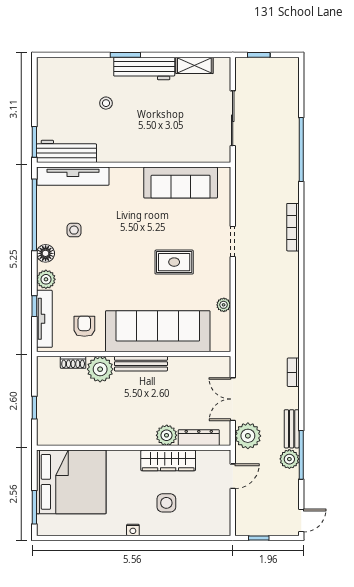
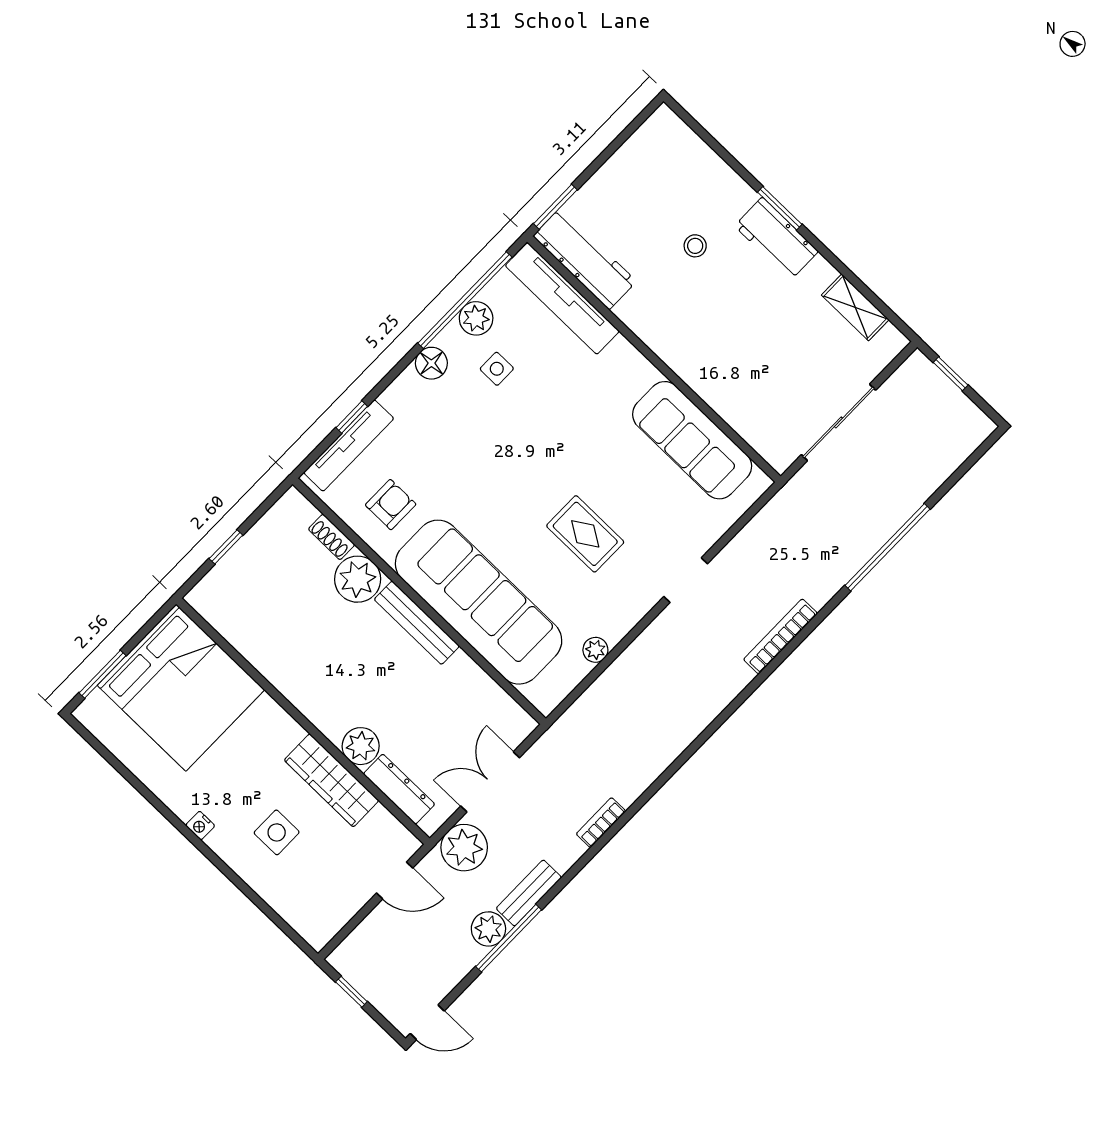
workbench: (144, 68) -> (776, 239), width x0.73
plant: (46, 279) -> (476, 318), moved

